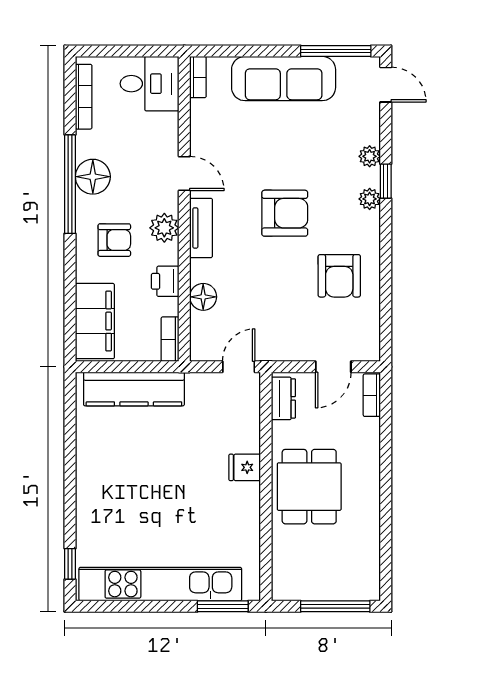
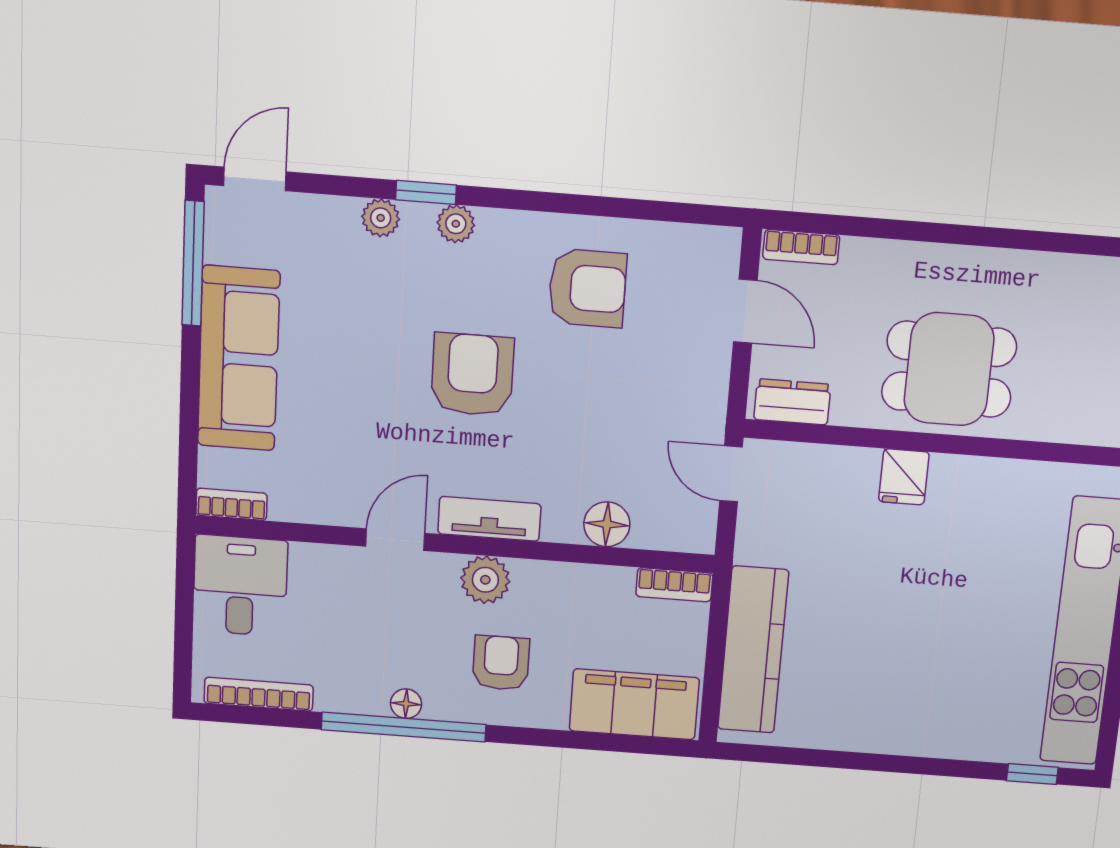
floor lamp: (93, 177) -> (406, 704), width x0.53, depth x0.53
printer: (165, 281) -> (576, 585), removed

